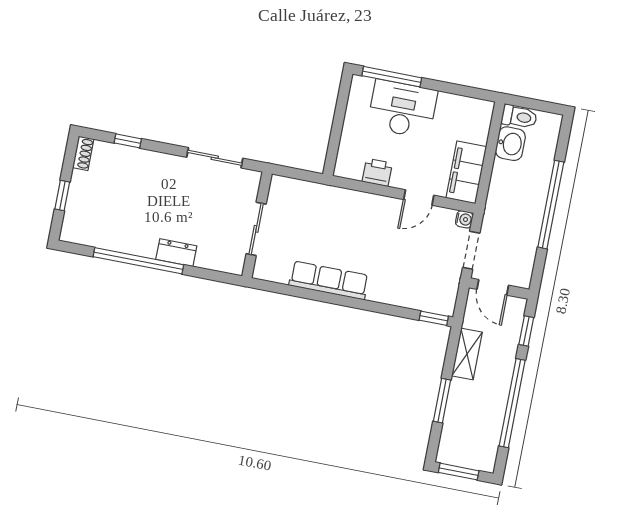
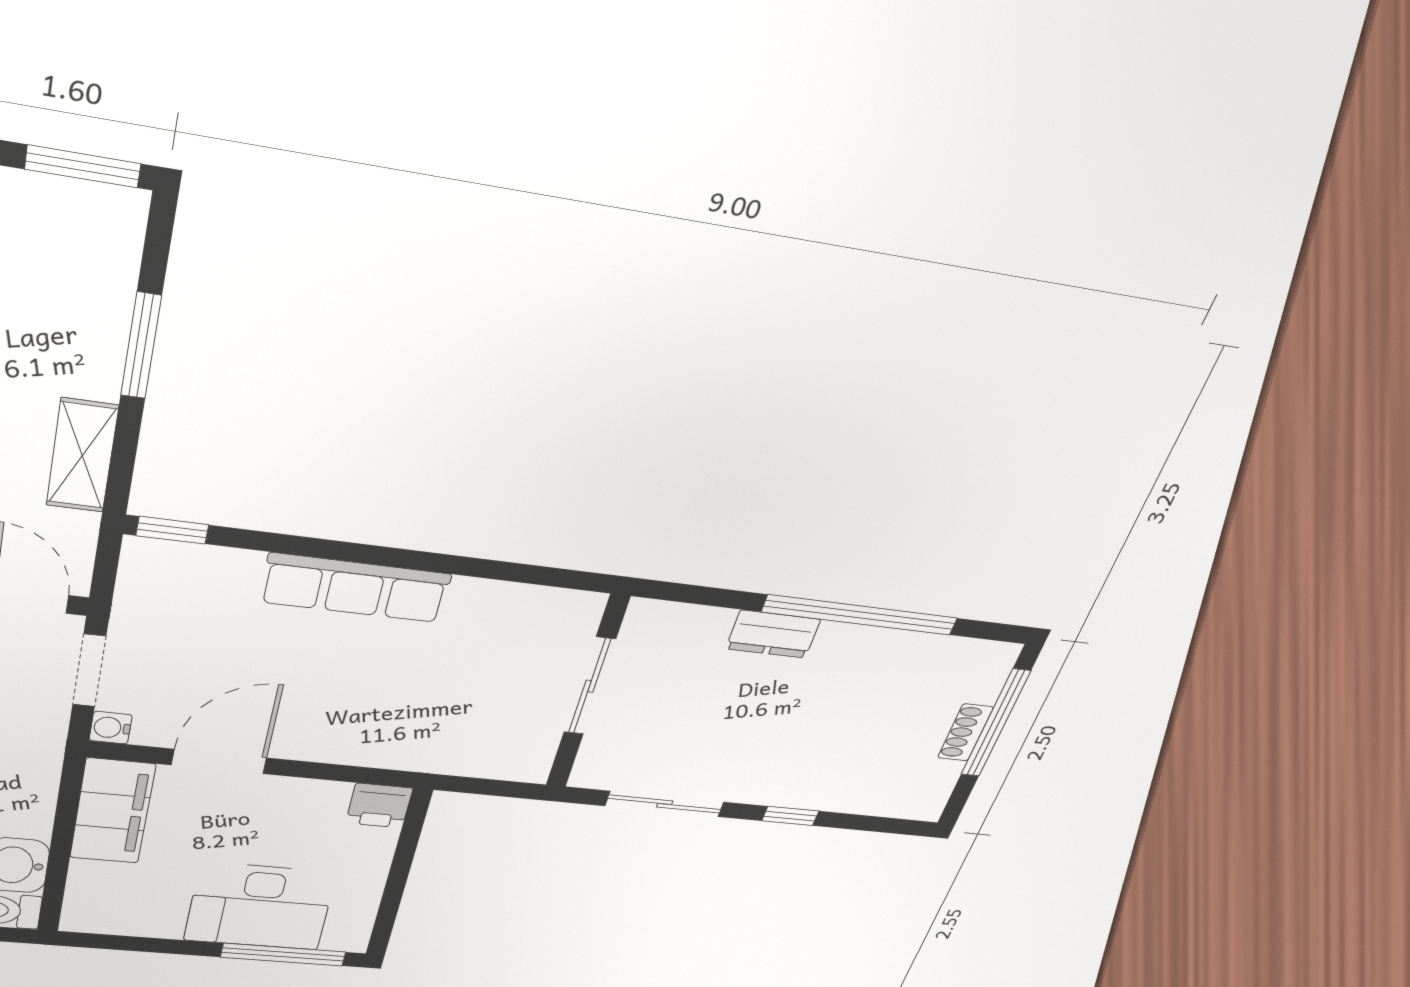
window: (128, 141) -> (790, 816), moved
shoe rack: (83, 153) -> (965, 732), moved
printer: (377, 172) -> (379, 806), moved
window: (62, 196) -> (995, 723), width x2.17
door: (419, 197) -> (219, 761), width x1.38
row of seats: (329, 280) -> (355, 588), moved

